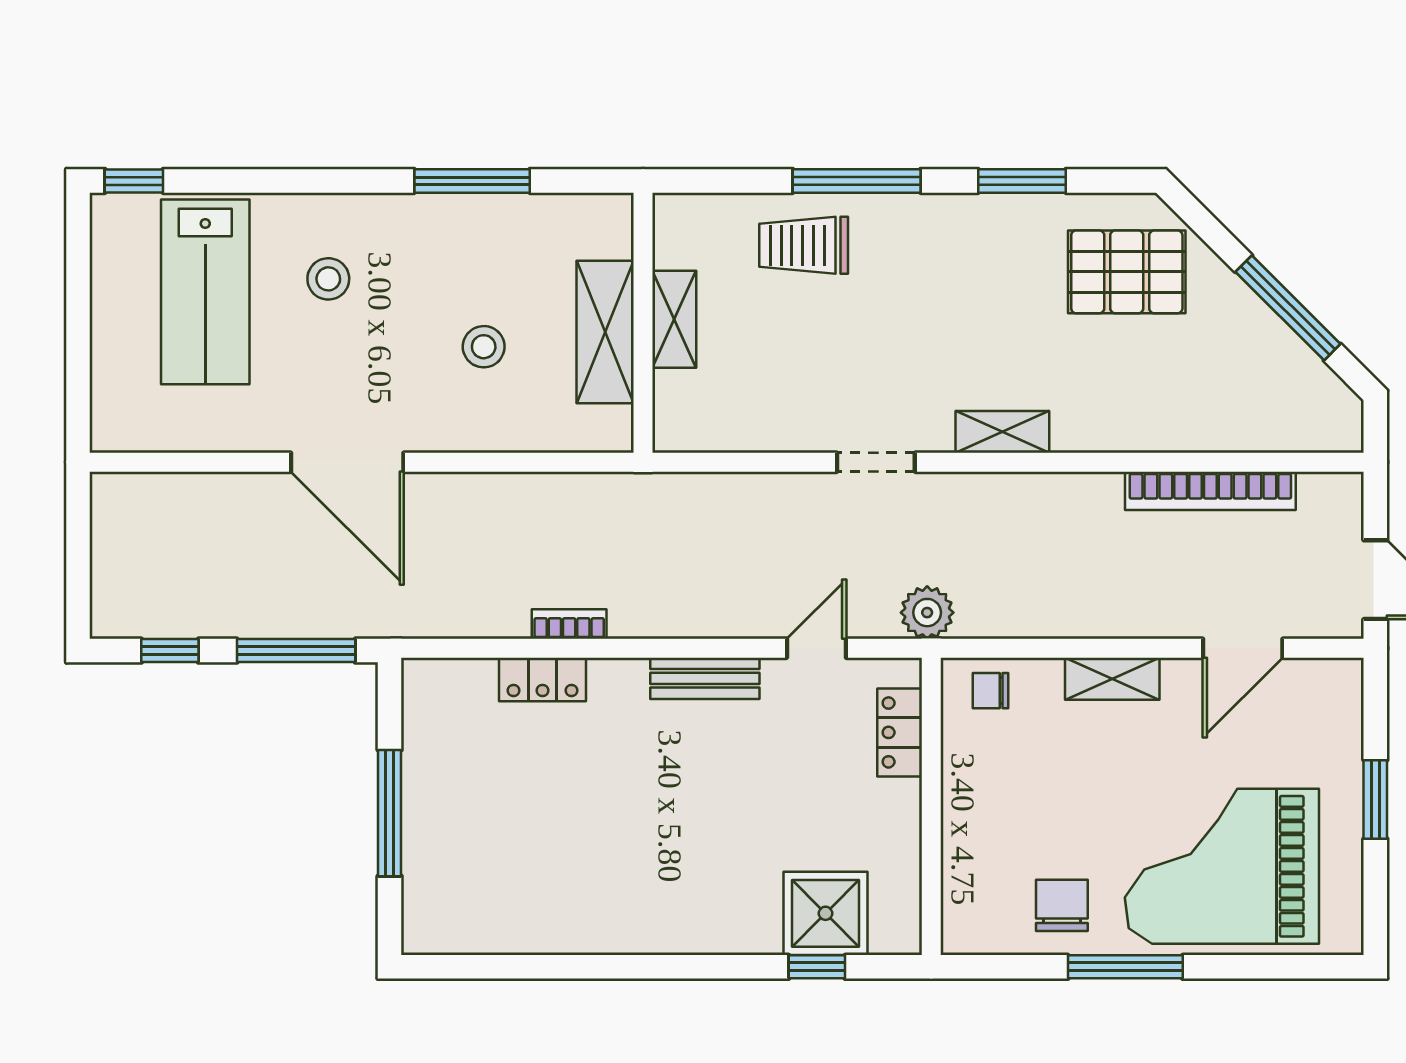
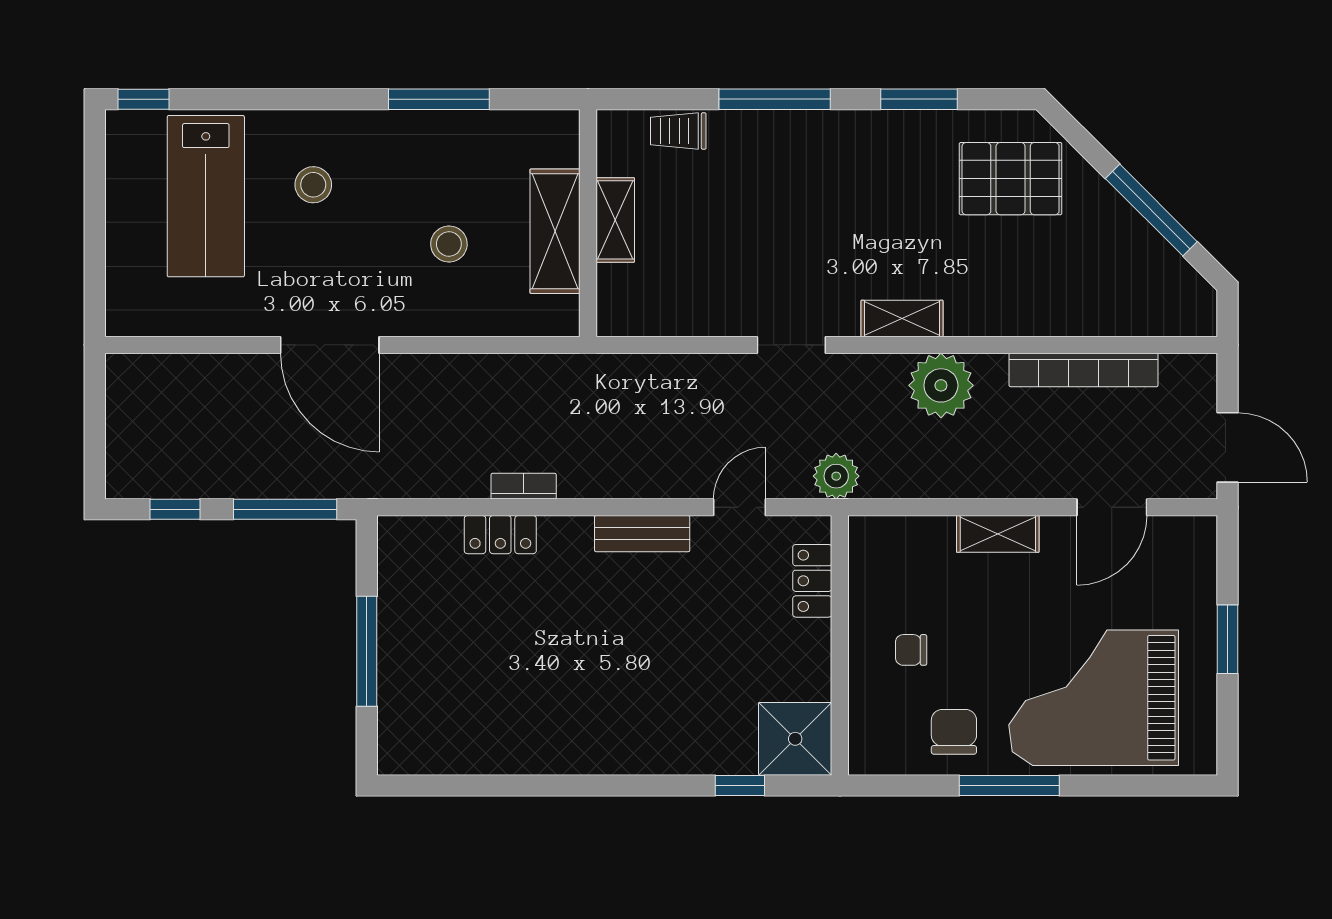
trolley: (804, 245) -> (678, 131), moved, width x0.73, depth x0.72
plant: (1047, 509) -> (941, 385), added
chair: (990, 691) -> (911, 650), moved
shower: (825, 913) -> (795, 739), moved

